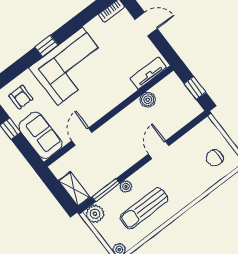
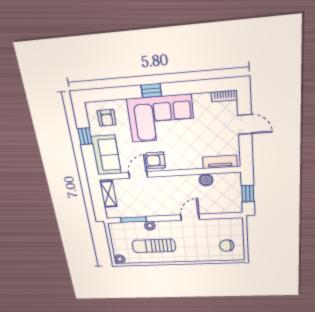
armchair: (89, 110) -> (156, 160), added
shelving: (74, 189) -> (108, 194), moved
plant: (95, 214) -> (116, 229), removed

